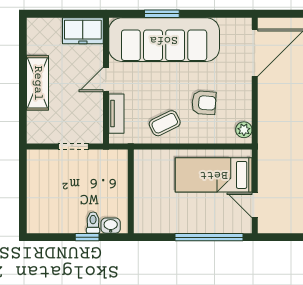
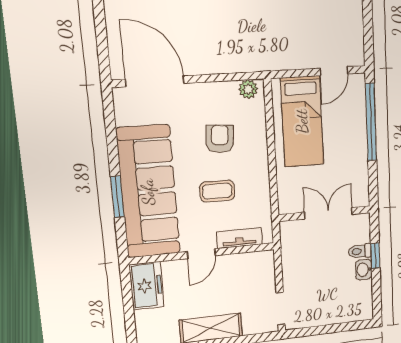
door: (106, 79) -> (201, 254), hinge flipped
coffee table: (165, 123) -> (217, 191), moved, turned -64
doorway: (73, 146) -> (281, 308), moved
double door: (131, 195) -> (328, 213), added
washbasin: (111, 226) -> (364, 270), moved

